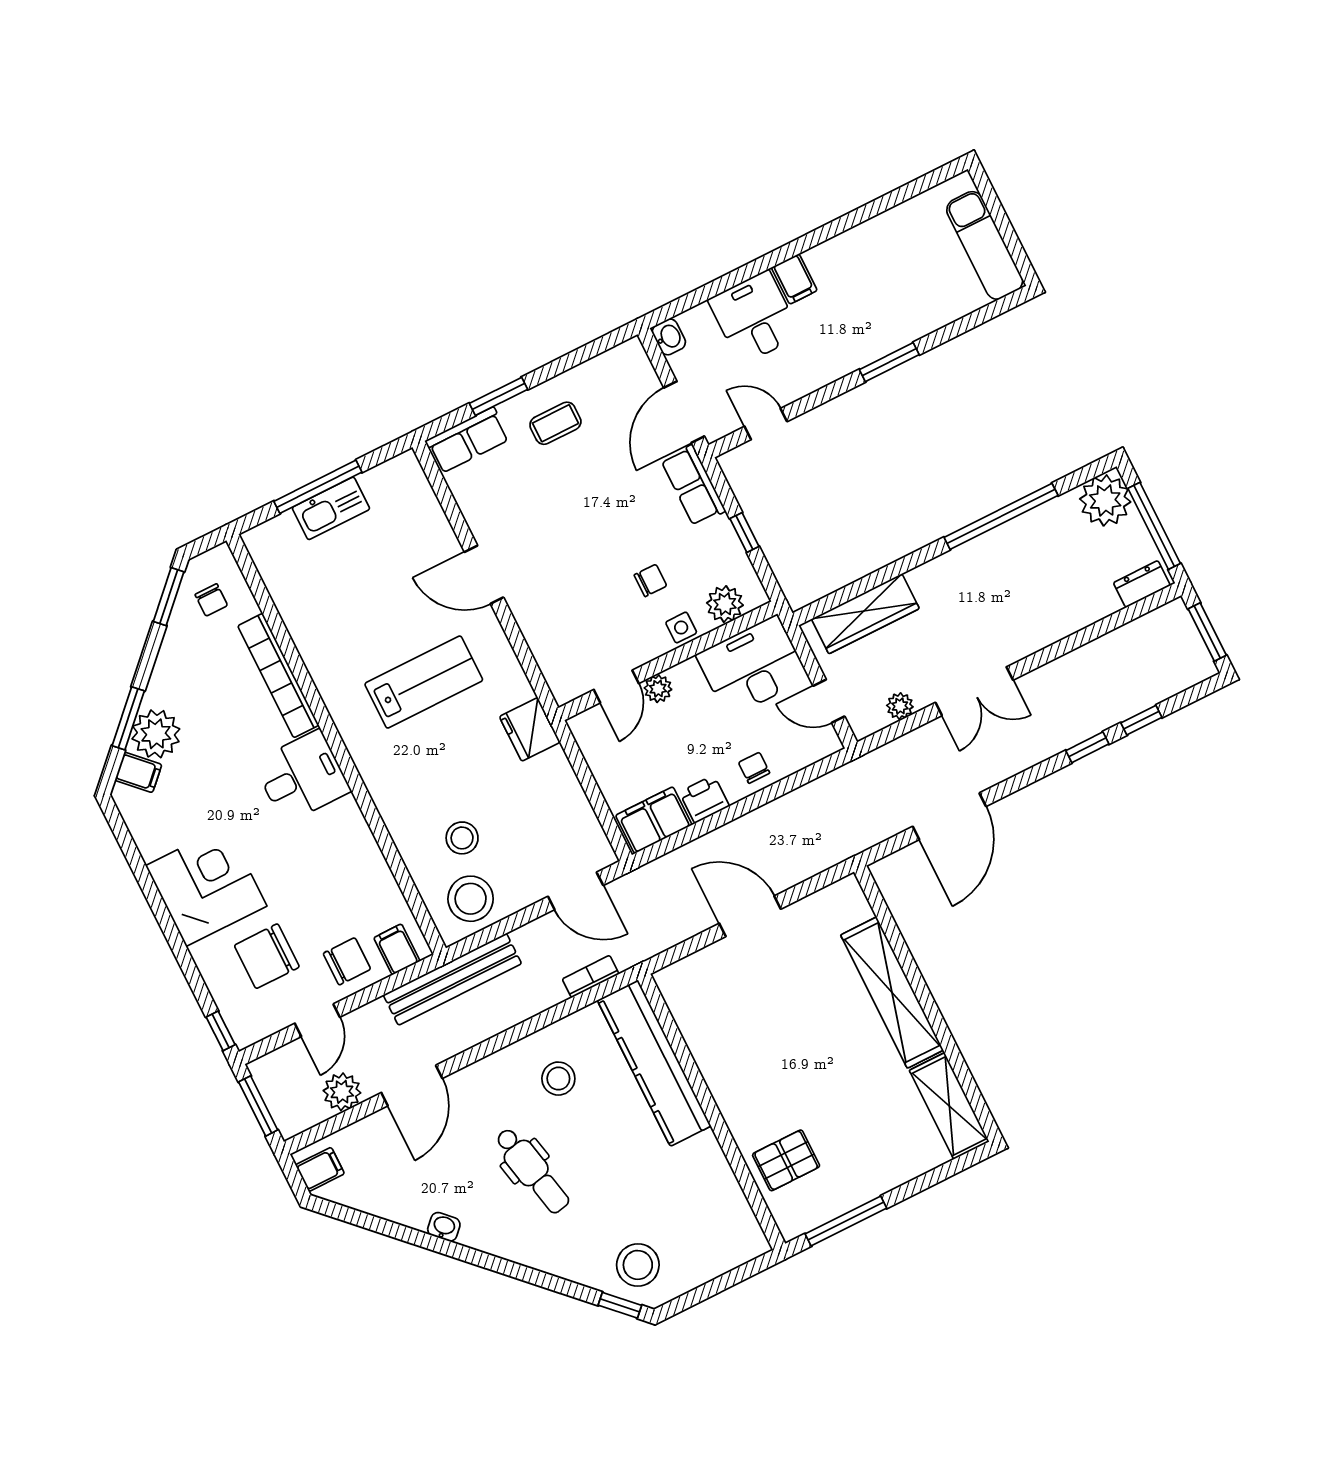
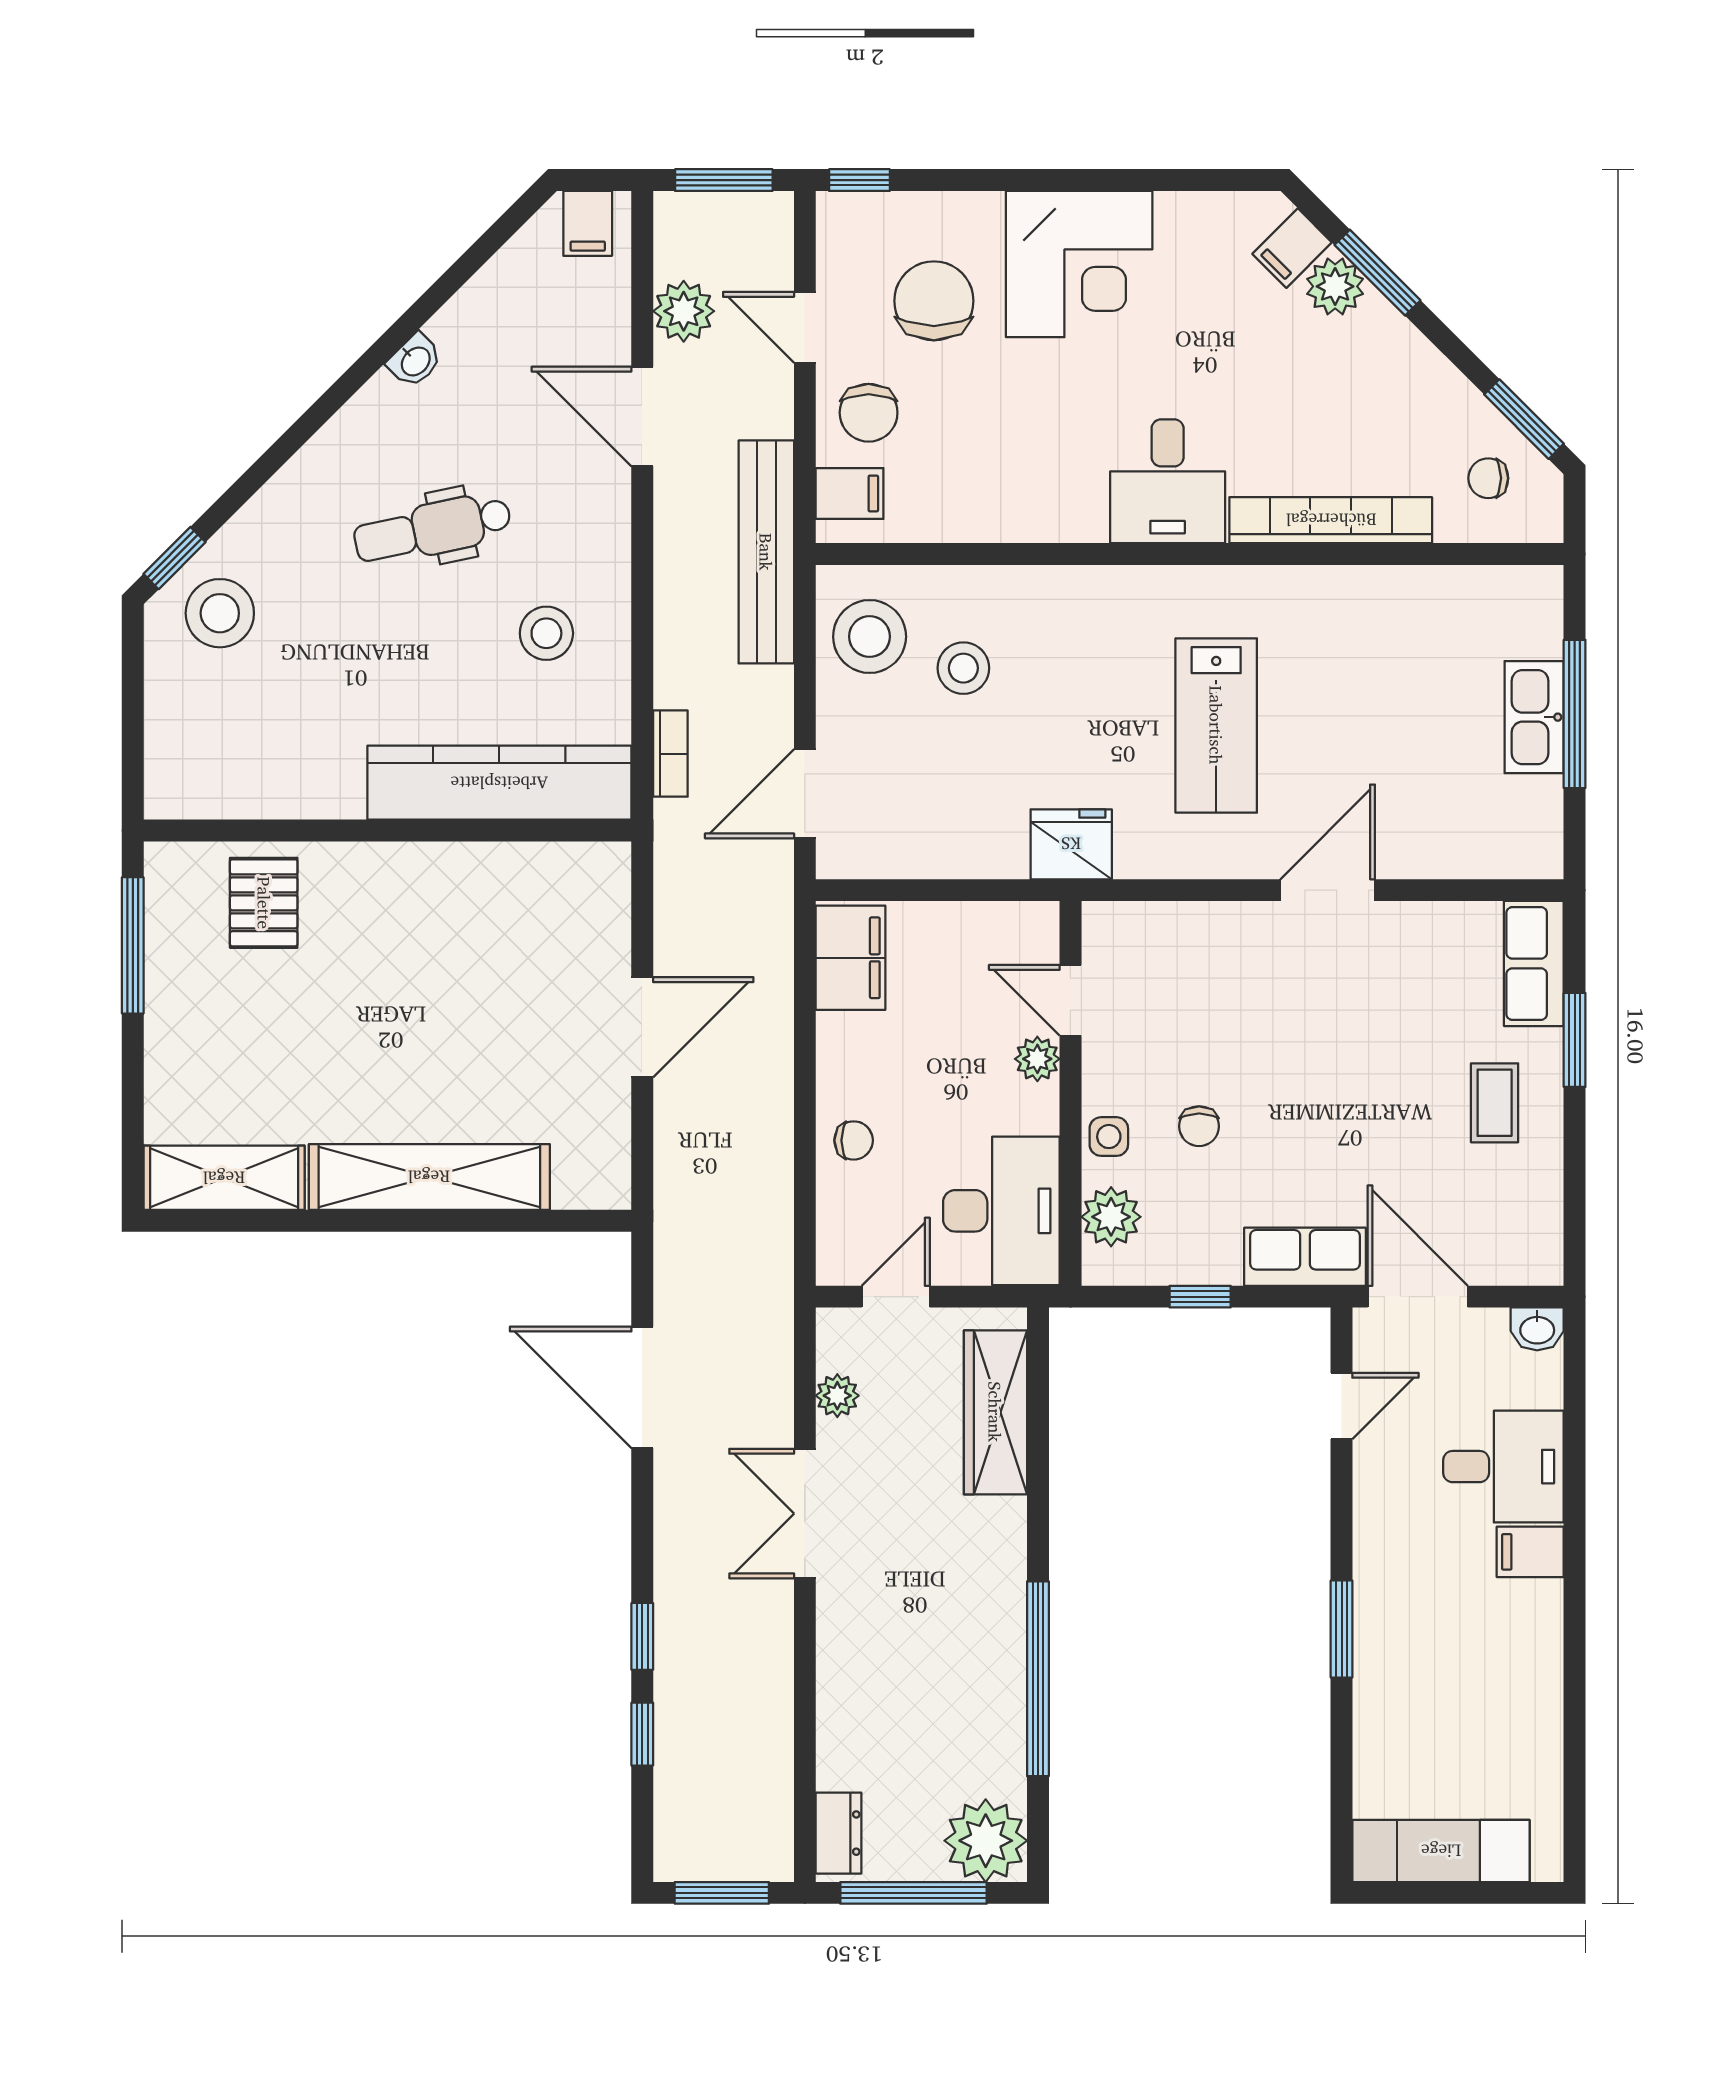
plant: (156, 734) -> (1335, 286), width x0.73, depth x0.73
printer: (704, 799) -> (844, 1046), removed

